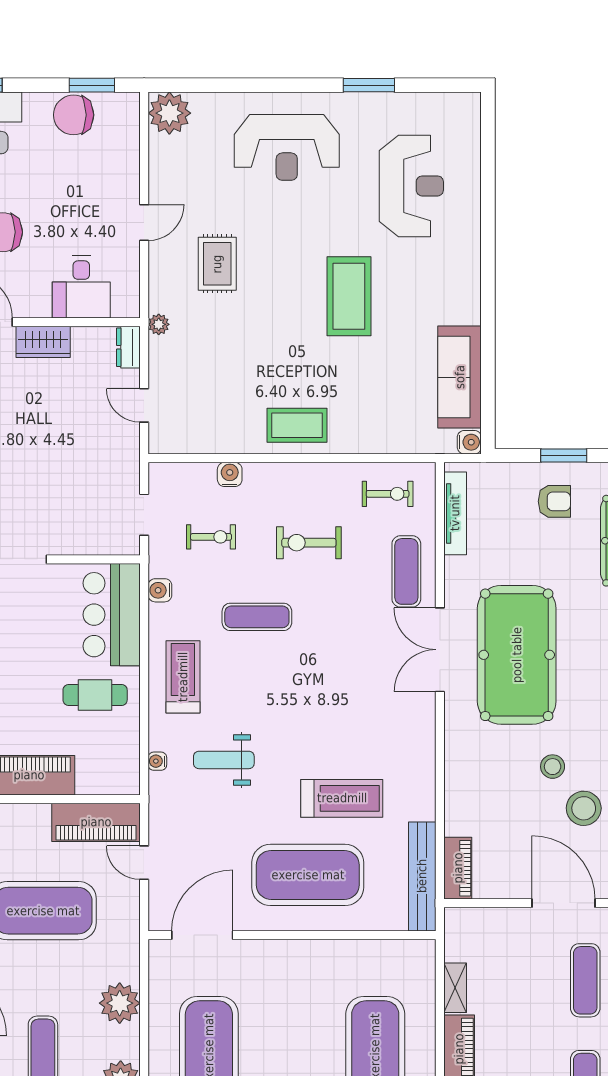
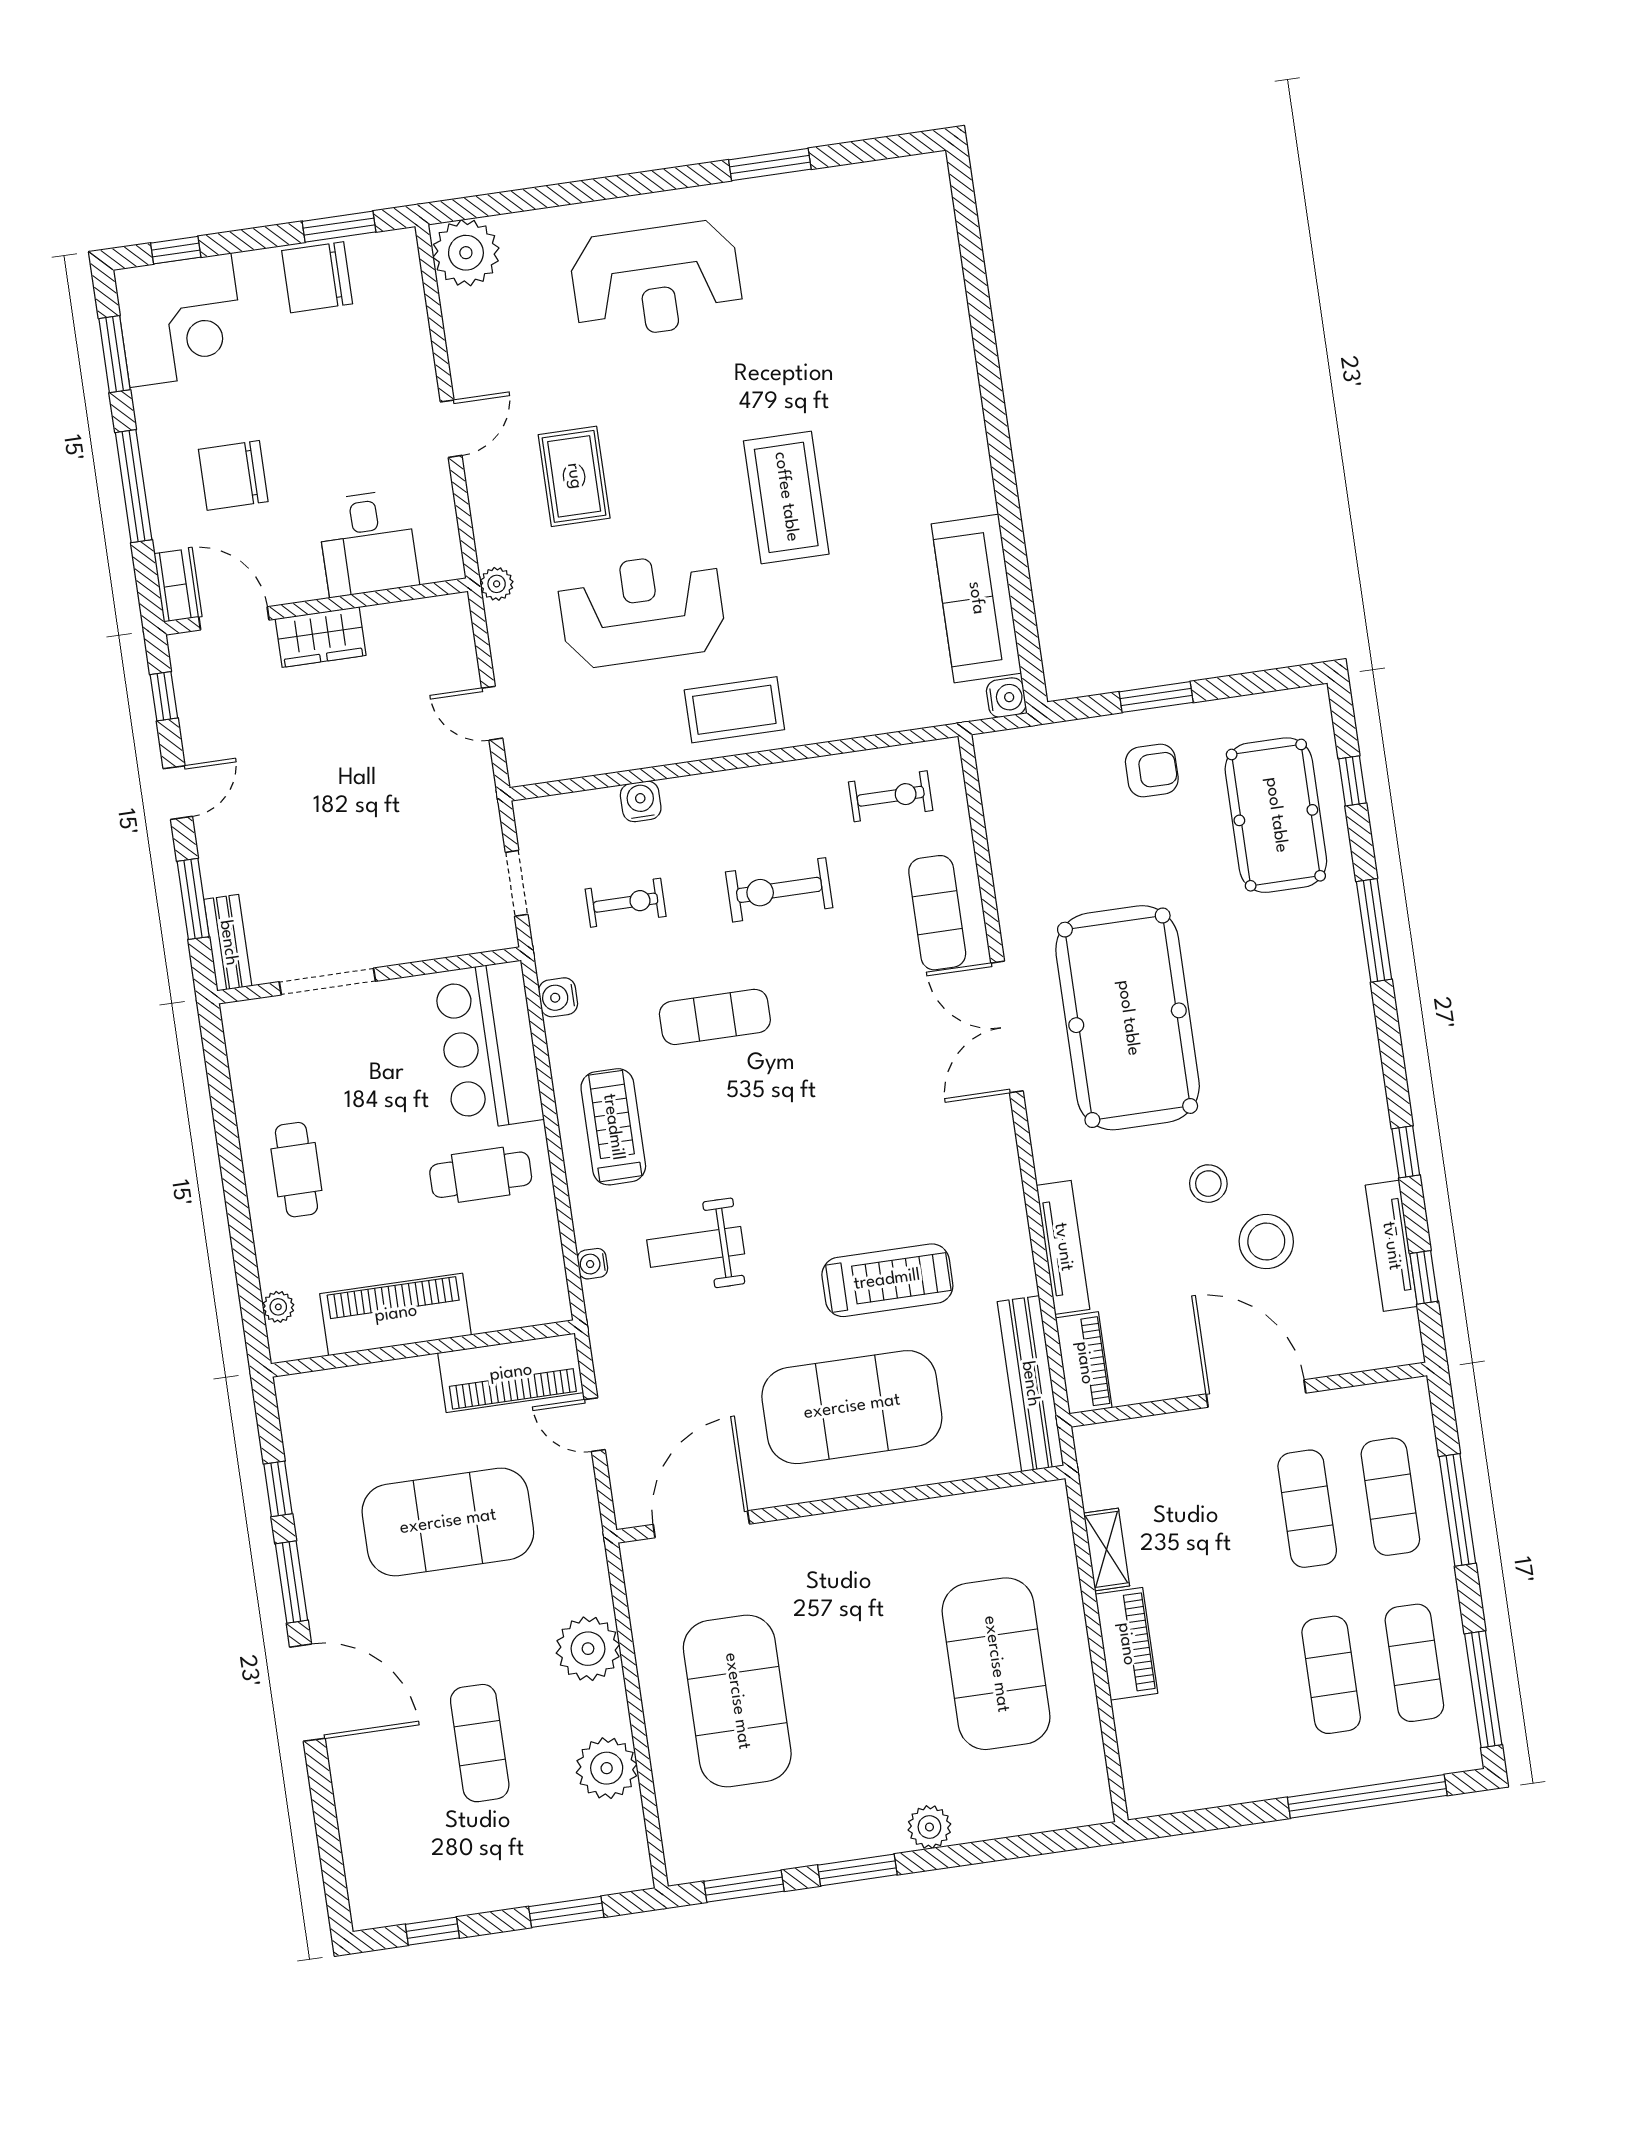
reception desk: (411, 186) -> (642, 610), moved, turned -90
dresser: (128, 347) -> (454, 626), removed
tv unit: (455, 513) -> (1063, 1247), moved

